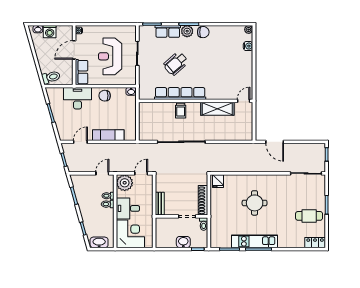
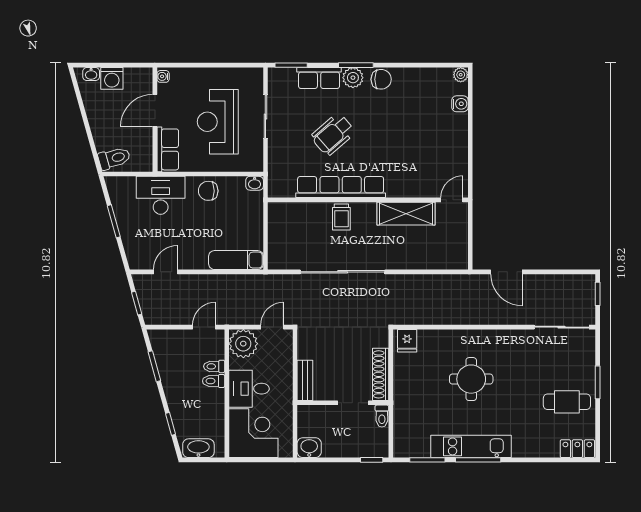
exam couch: (108, 135) -> (236, 260), moved
washbasin: (183, 242) -> (309, 448), moved

